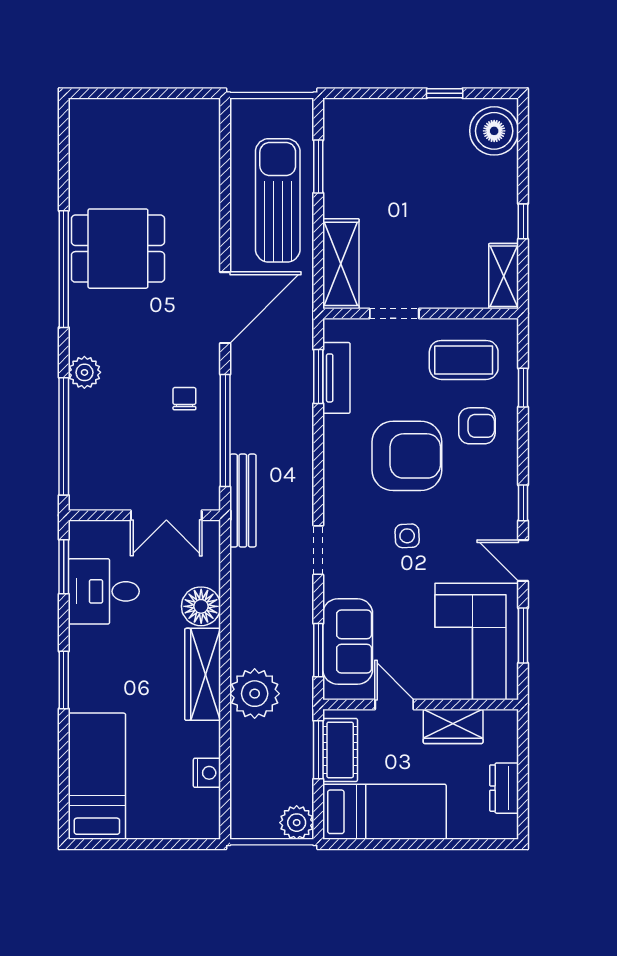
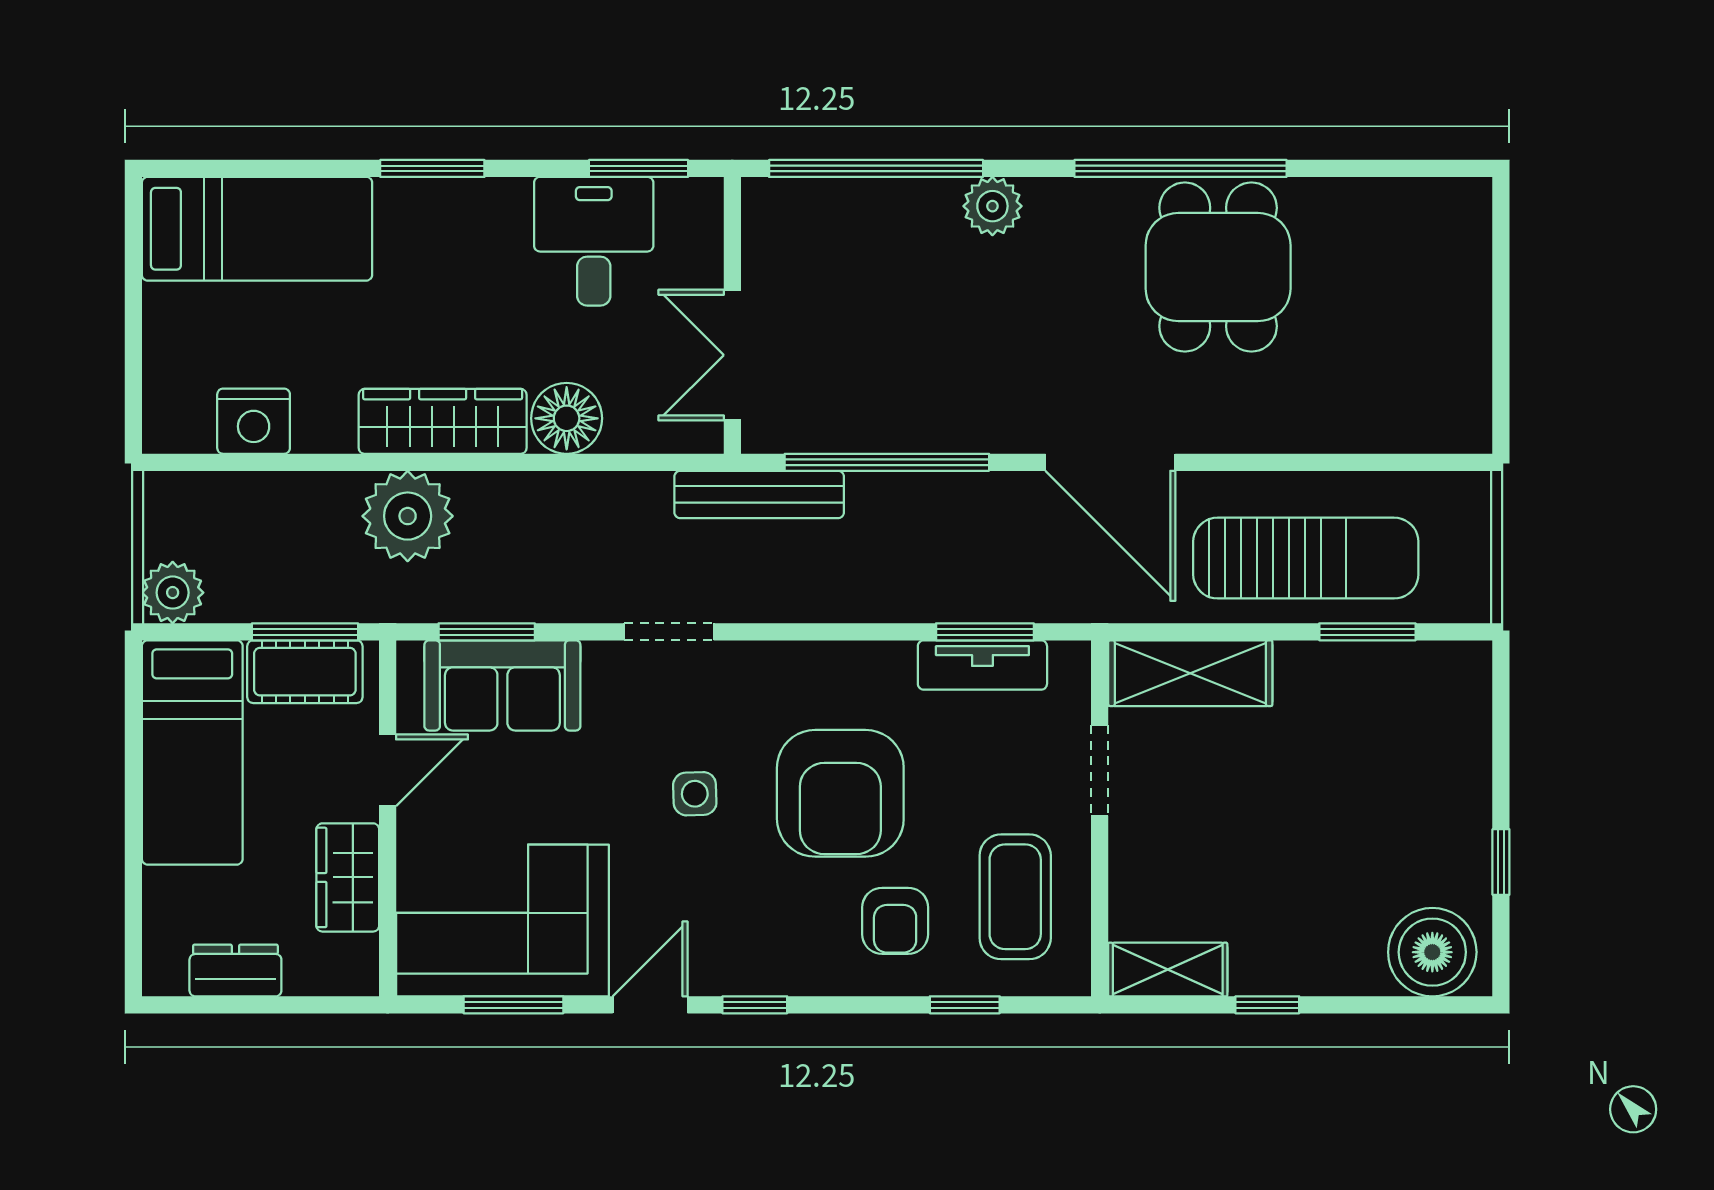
chair: (184, 399) -> (945, 388), removed
nightstand: (207, 773) -> (254, 421), width x1.36, depth x1.33

